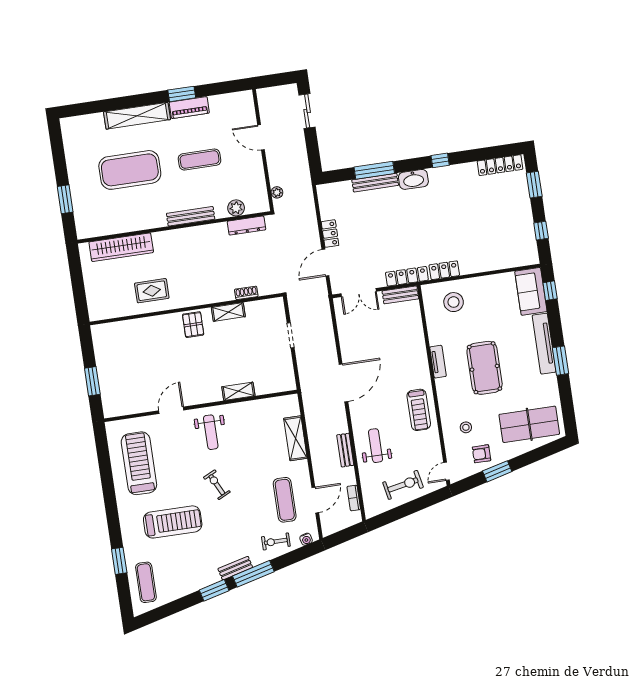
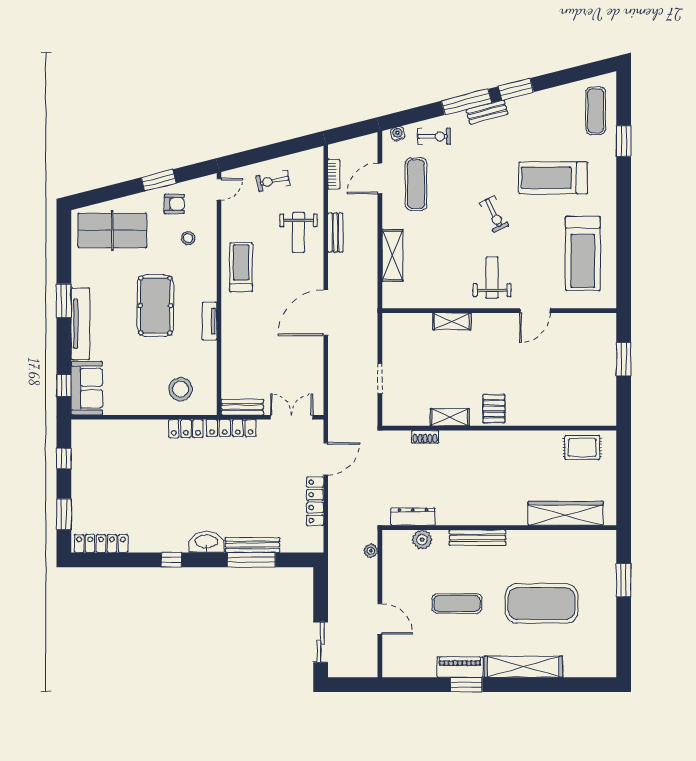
locker: (330, 234) -> (315, 501), width x1.53
rug: (152, 291) -> (582, 448), moved
exercise bike: (403, 485) -> (273, 181), width x0.73, depth x0.72

